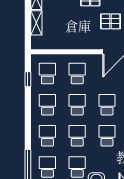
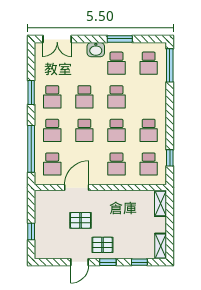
shelving: (36, 23) -> (160, 203), moved
school desk: (47, 136) -> (149, 97), removed

